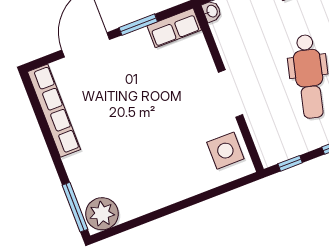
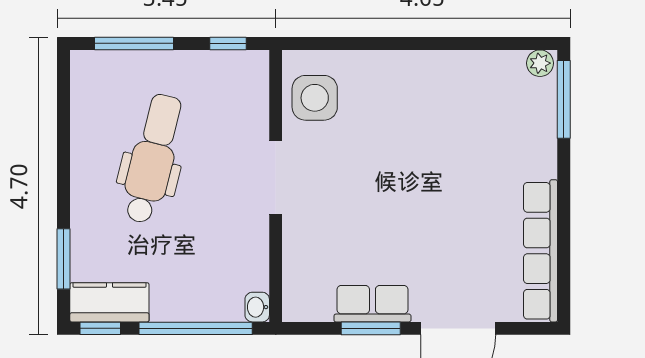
row of seats: (174, 28) -> (372, 304), moved
plant: (102, 214) -> (540, 63), width x0.53, depth x0.53

